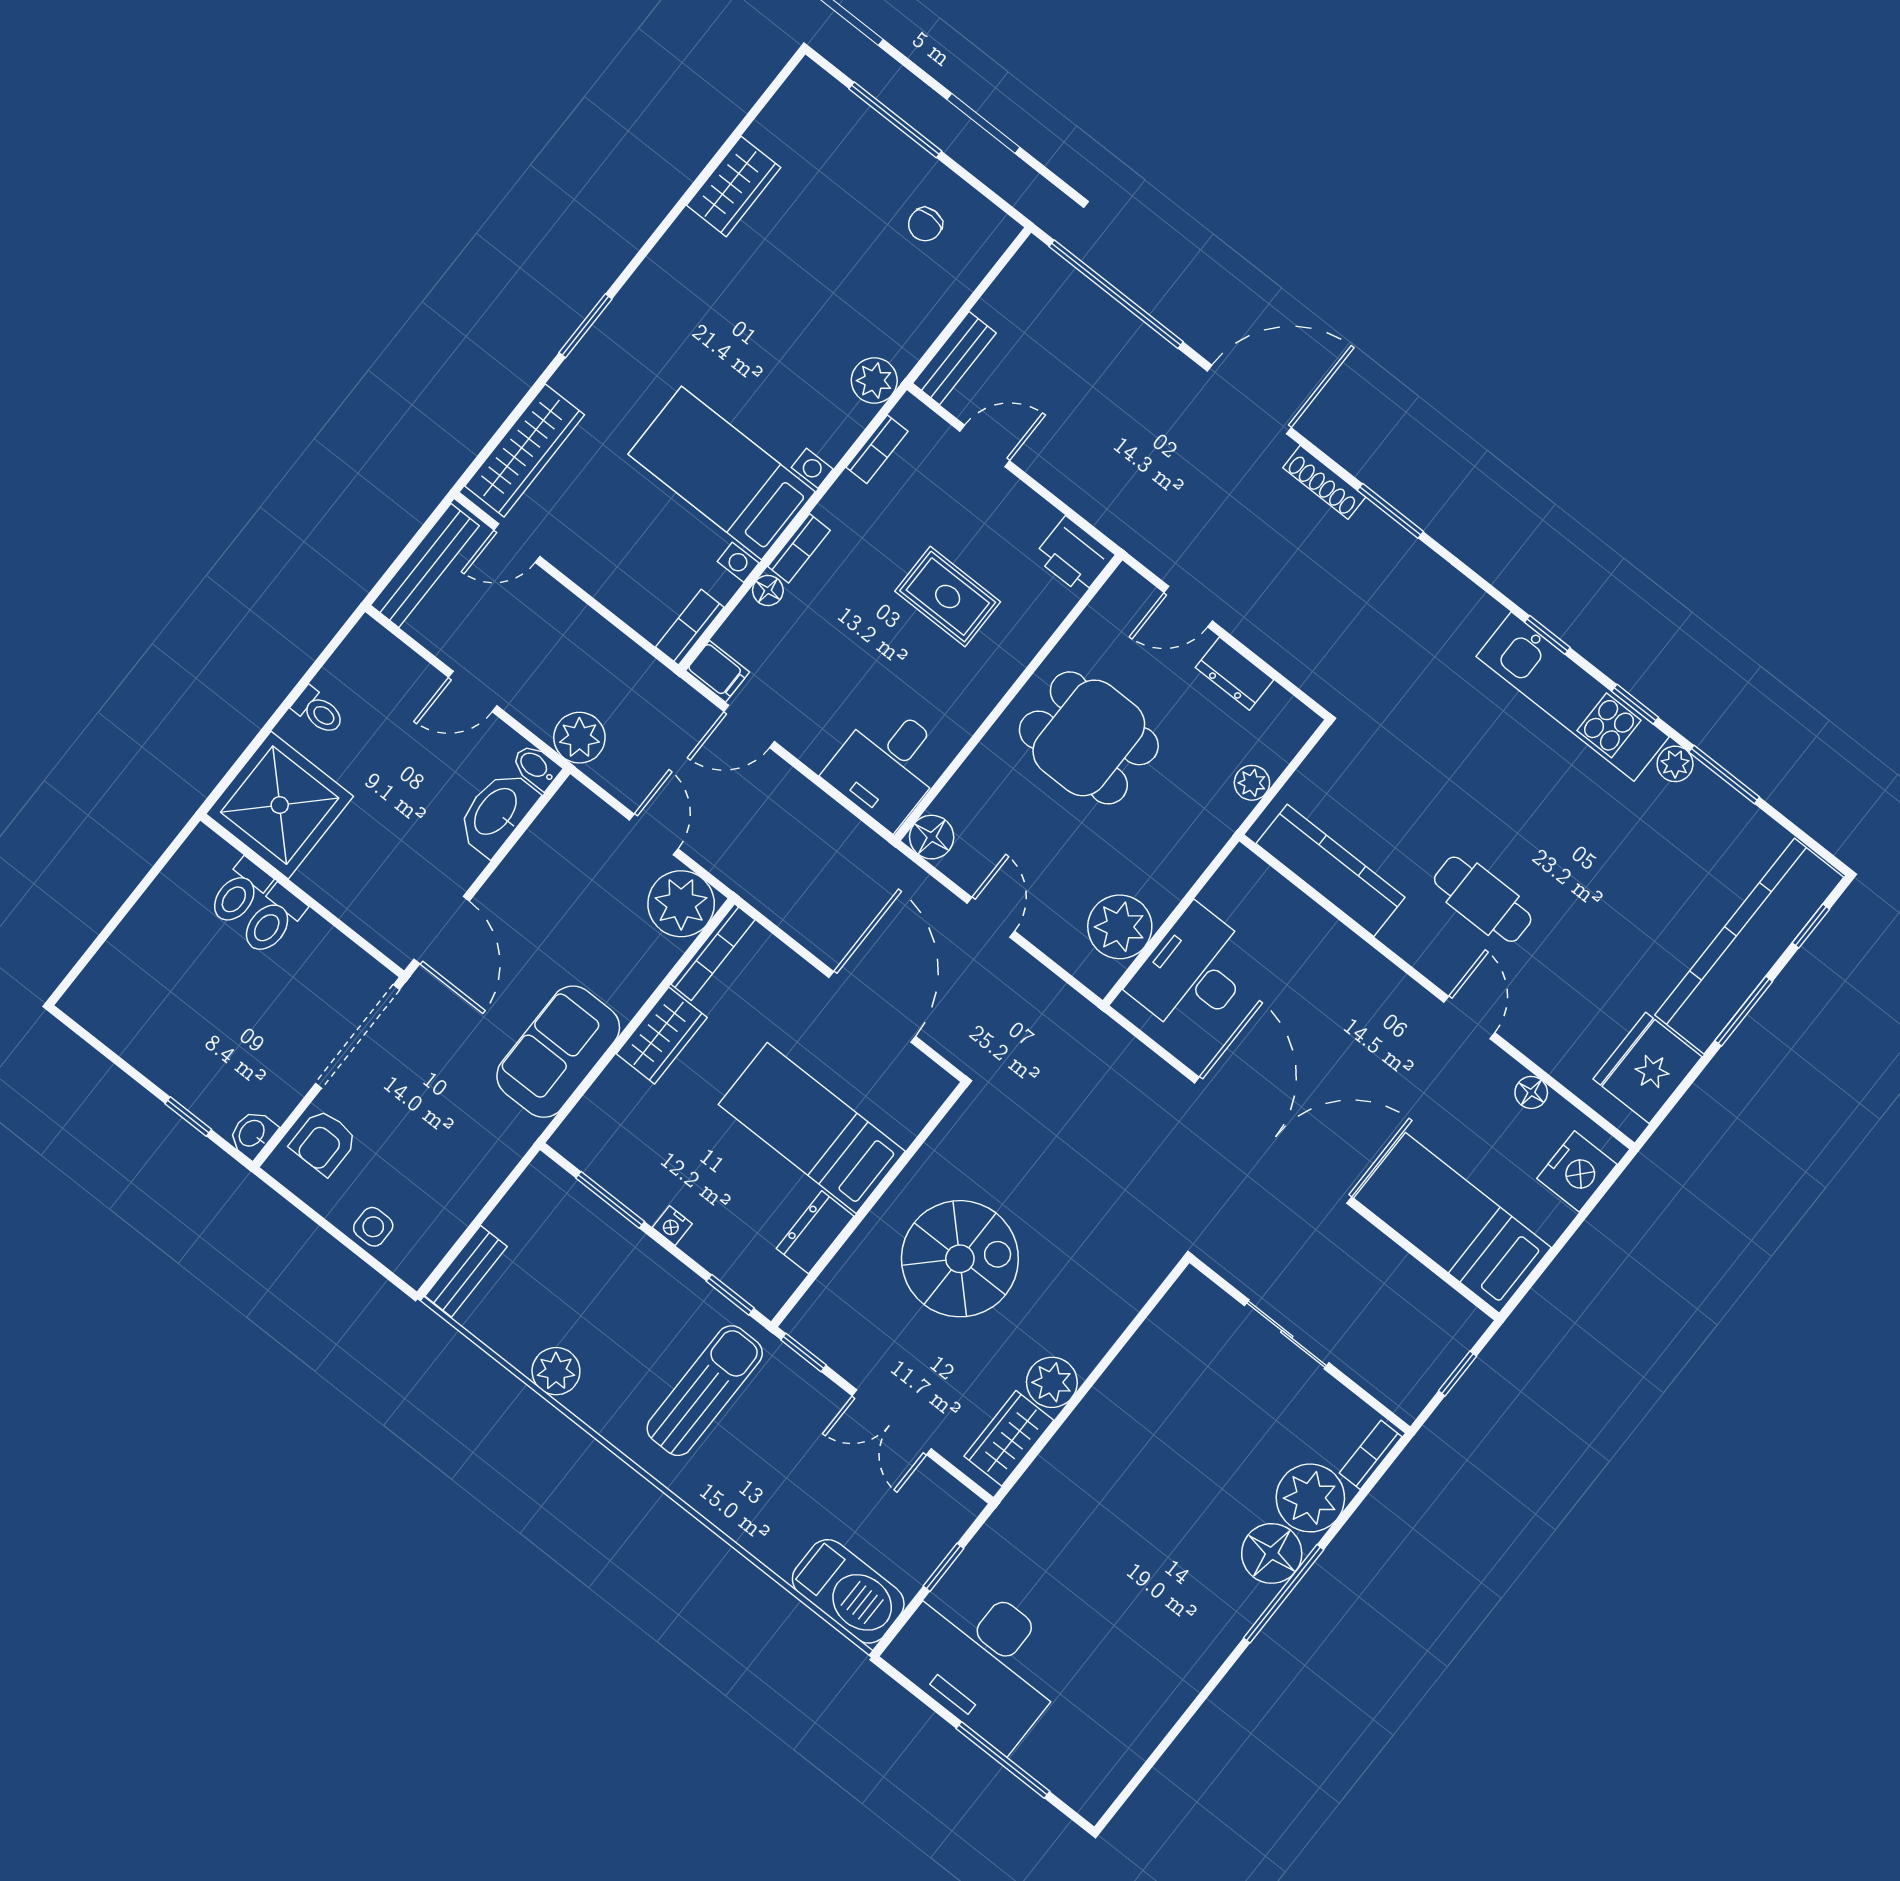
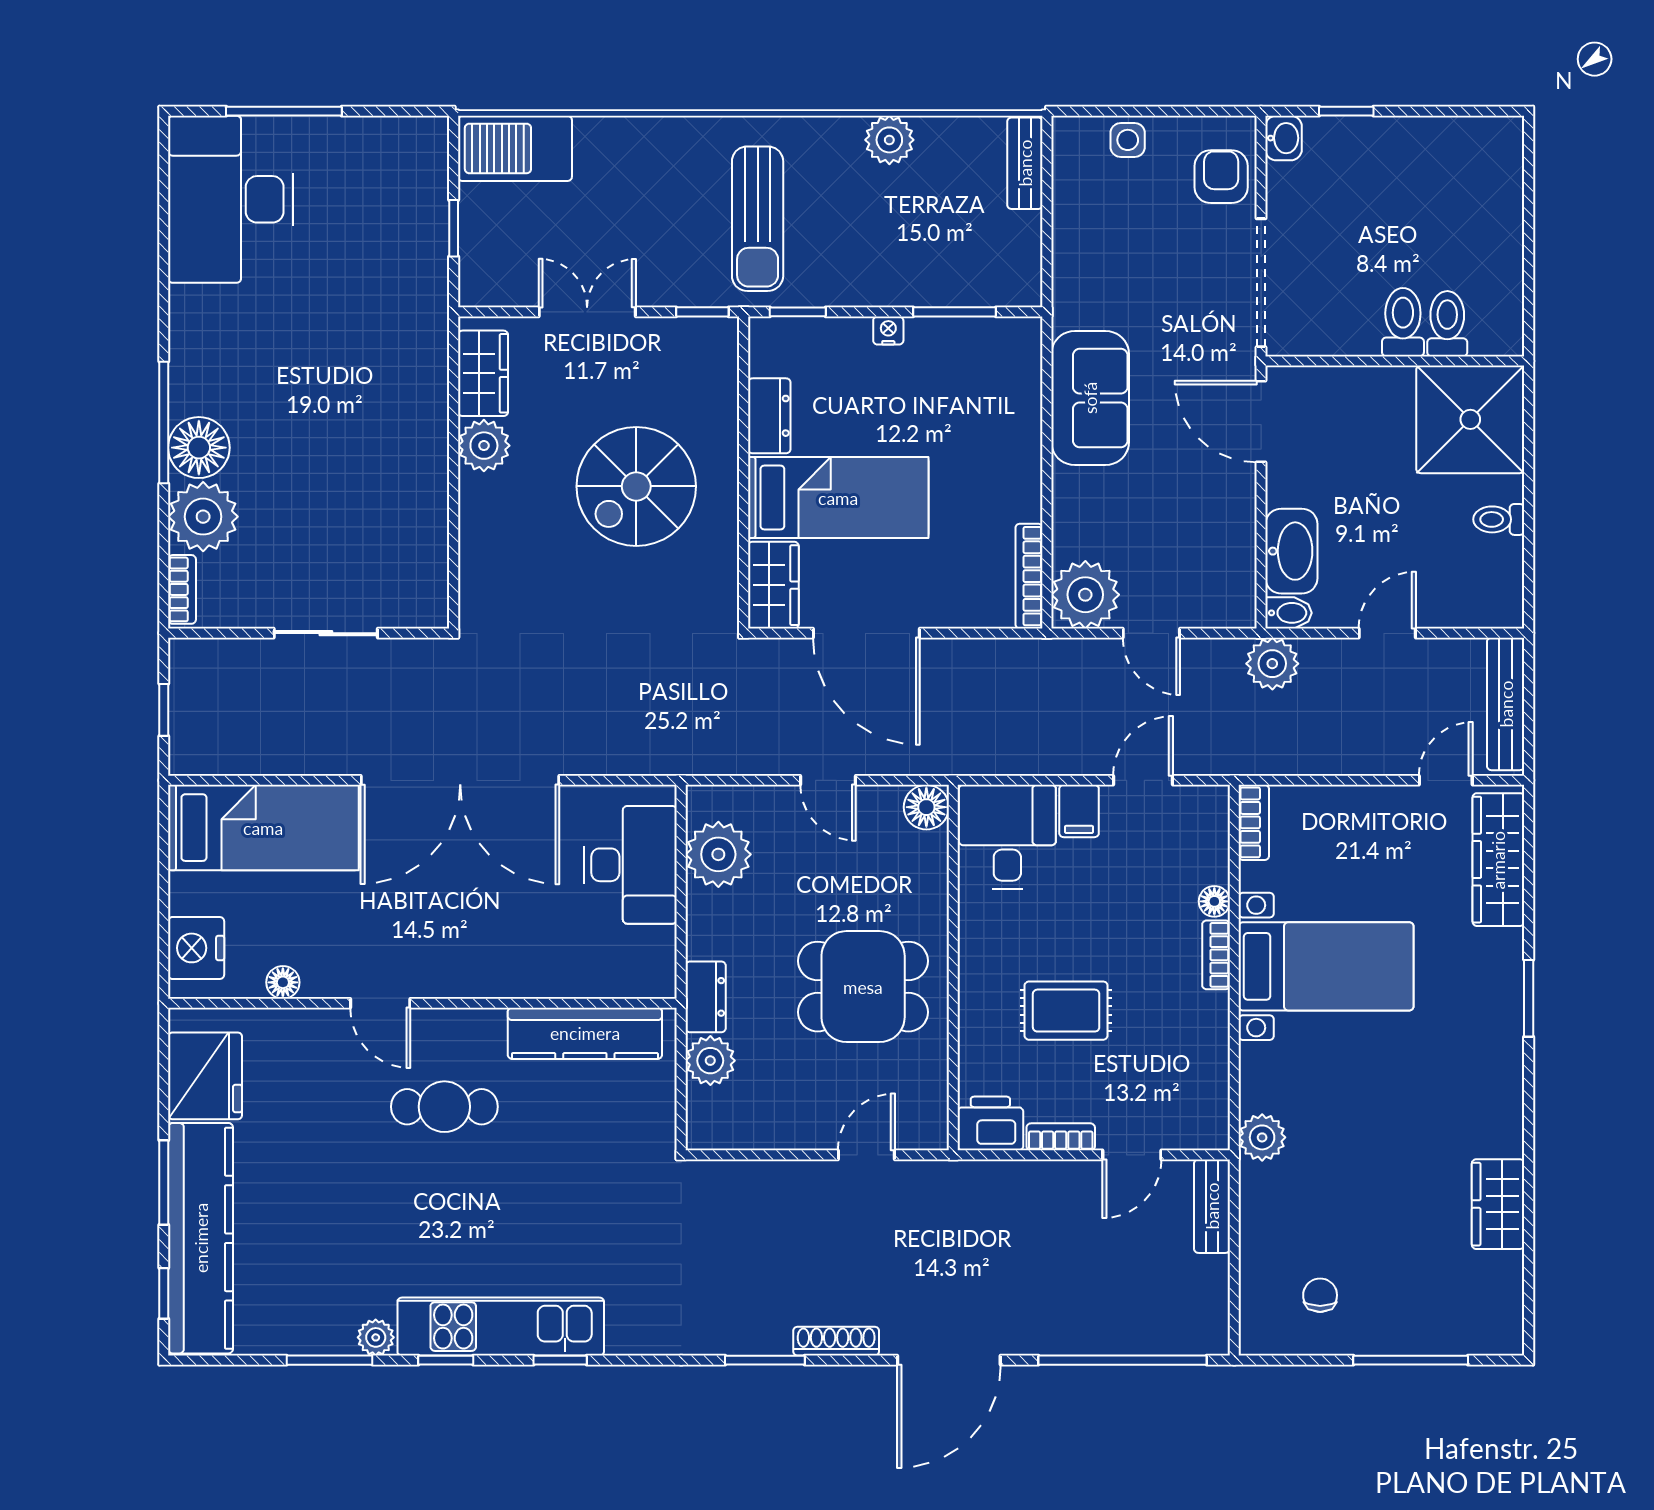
bookcase: (877, 449) -> (1061, 1137), moved, turned 90
filing cabinet: (717, 671) -> (1079, 811), moved, turned -90
dresser: (1234, 674) -> (706, 997), moved, turned 90
plant: (1252, 783) -> (710, 1061), width x1.38, depth x1.38
wardrobe: (662, 1036) -> (773, 585), moved, turned 180
desk: (981, 1659) -> (231, 199), moved, turned -90

